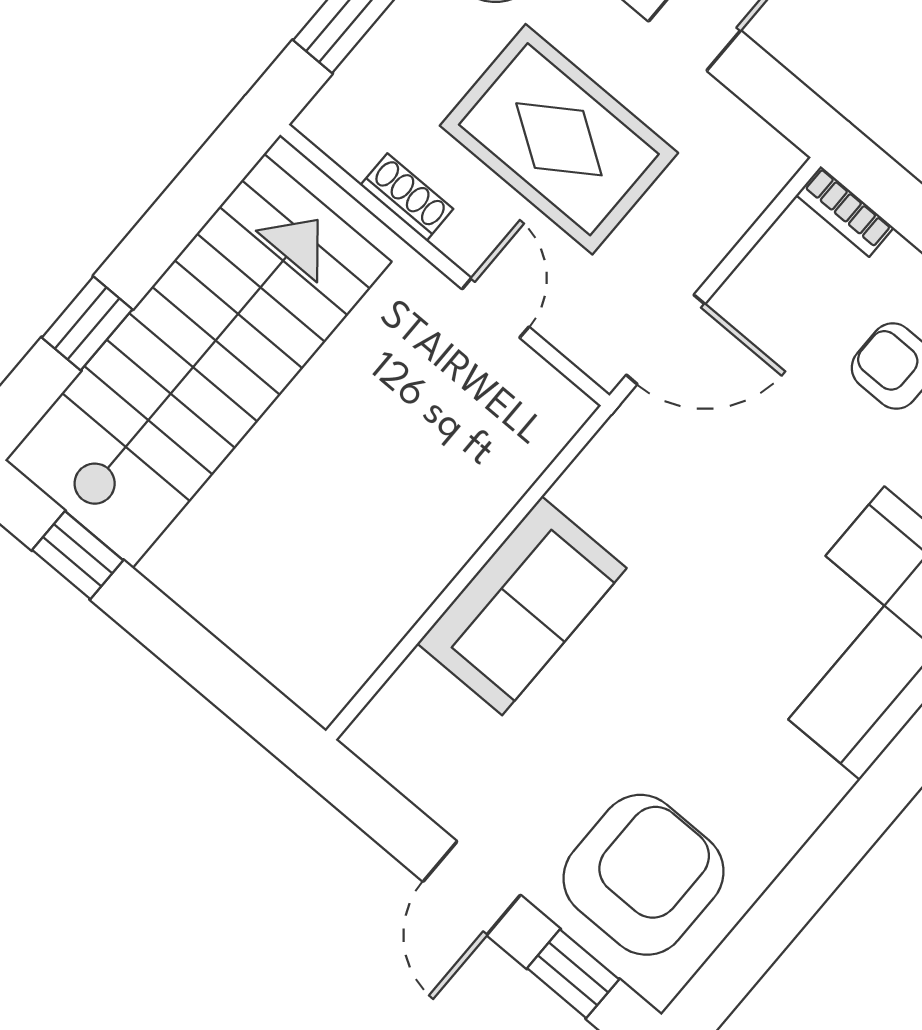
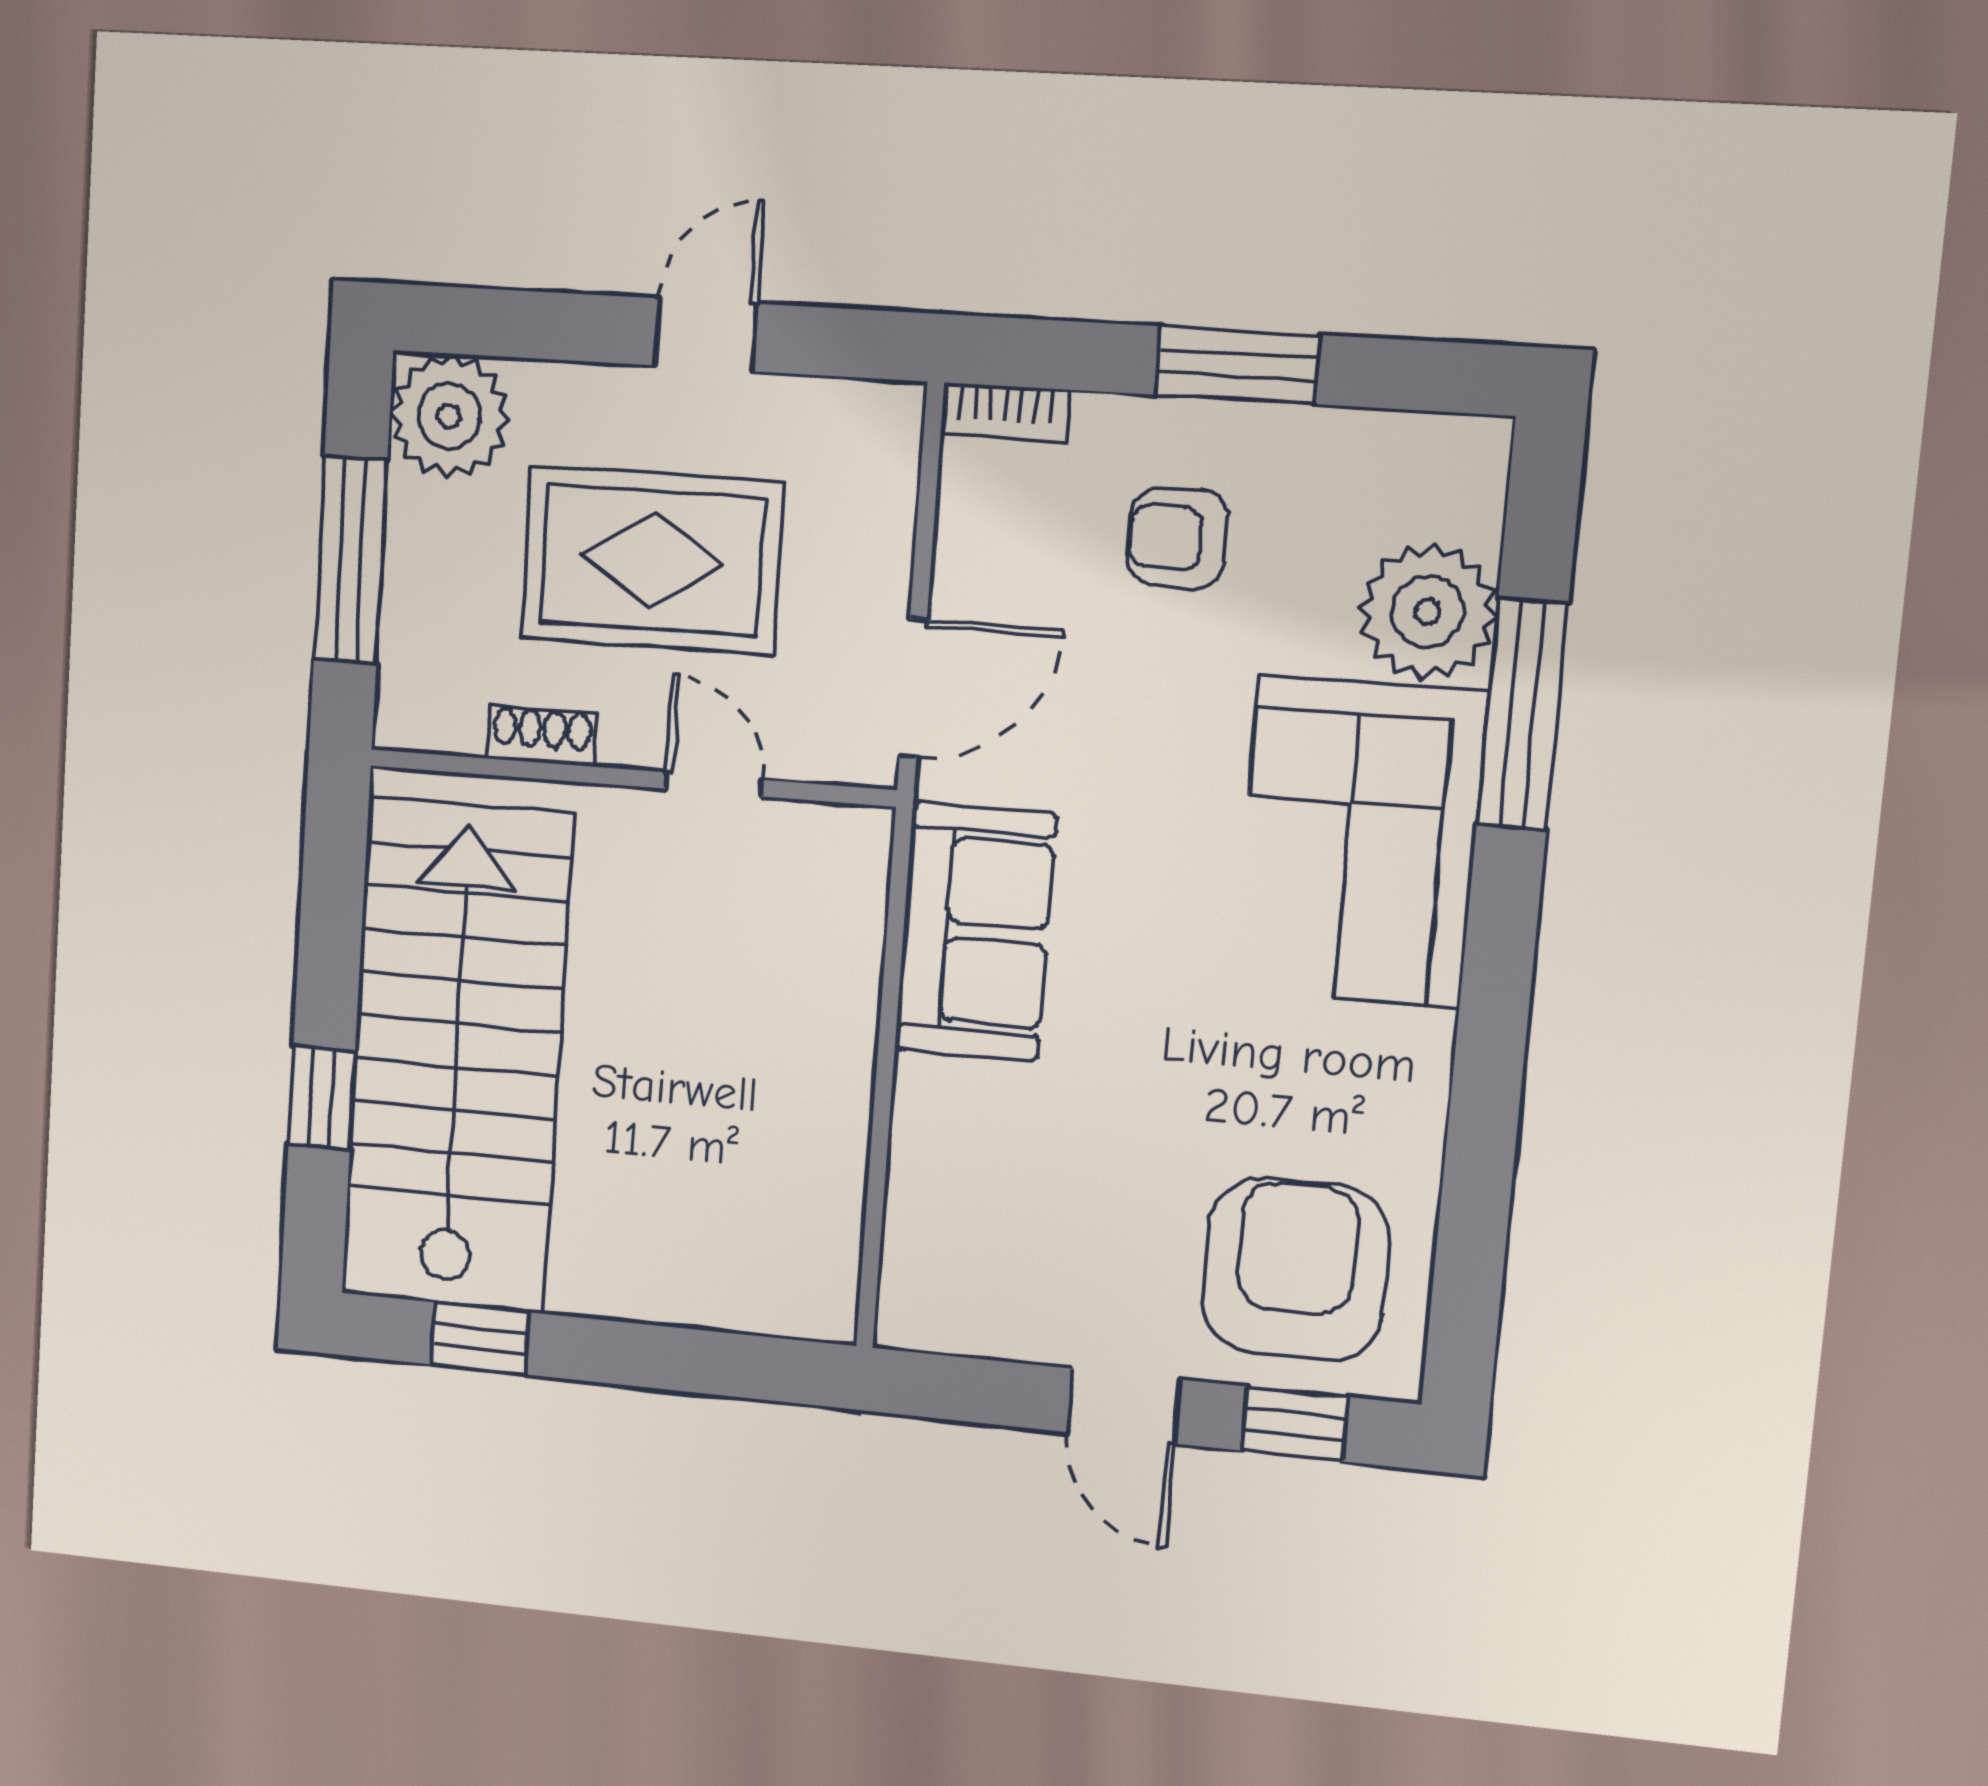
sofa: (522, 606) -> (975, 931), moved

